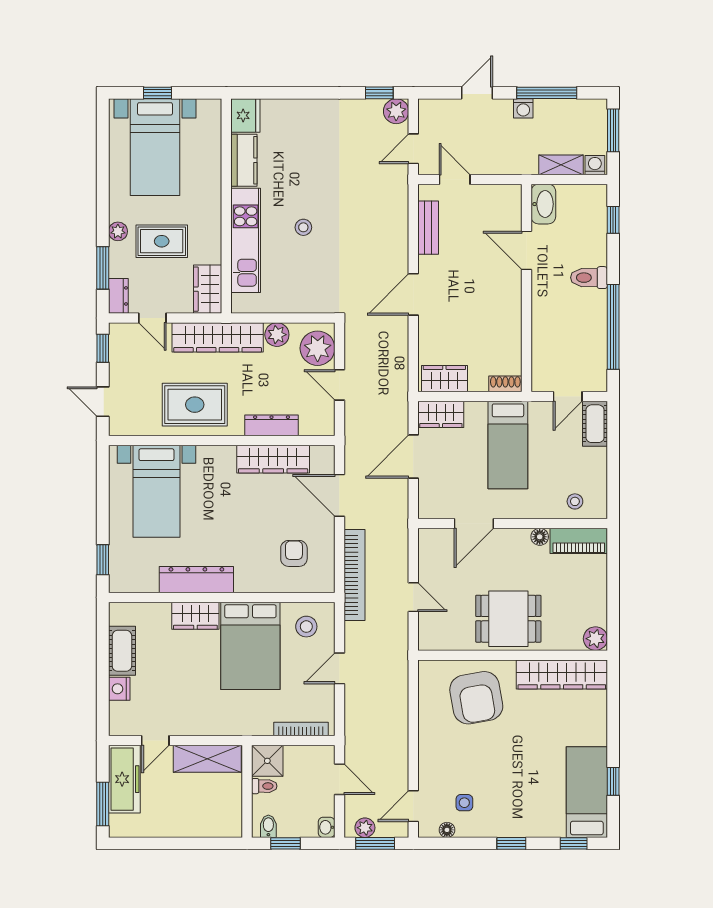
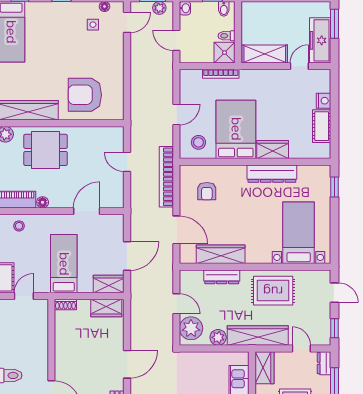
dining table: (508, 619) -> (46, 150), moved
armchair: (476, 698) -> (85, 95), turned -80
bookcase: (301, 729) -> (221, 74), moved

